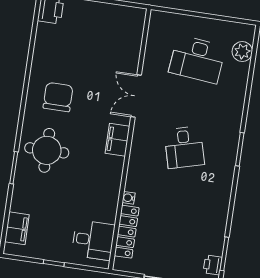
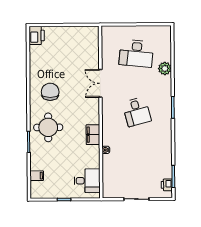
plant: (242, 52) -> (165, 68), moved
filing cabinet: (117, 140) -> (93, 135), moved
filing cabinet: (17, 228) -> (37, 176), width x0.50
locker: (127, 232) -> (108, 172), removed

